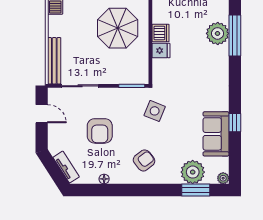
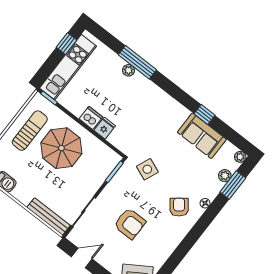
plant: (218, 33) -> (129, 70), width x0.53, depth x0.53
plant: (193, 172) -> (225, 176), width x0.53, depth x0.53
floor lamp: (104, 179) -> (205, 203), moved

